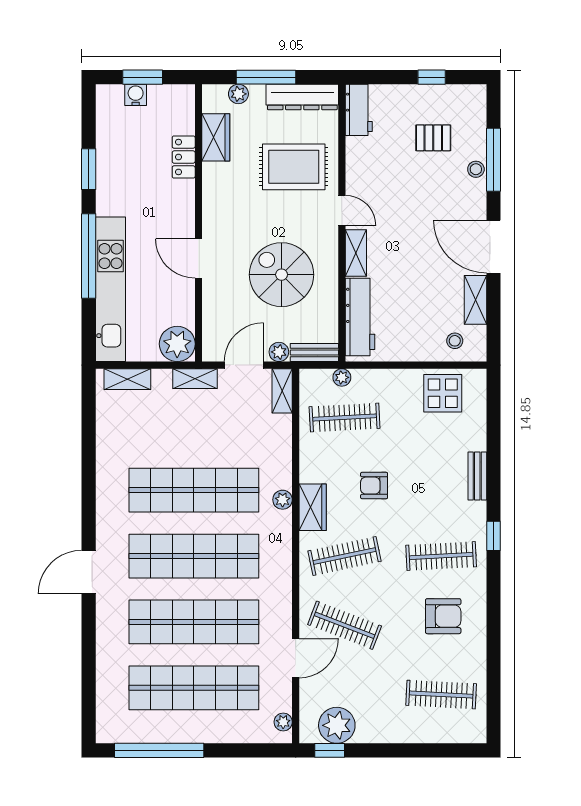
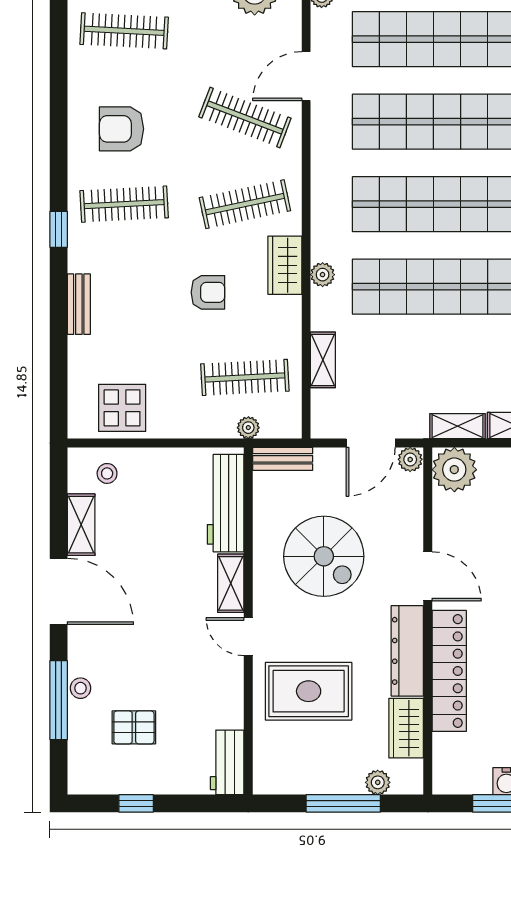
dresser: (302, 97) -> (407, 651), moved, turned -90
locker: (184, 157) -> (449, 671), width x2.16, depth x1.21
plant: (279, 352) -> (410, 459), moved
shelving: (195, 379) -> (458, 426), moved
shelving: (282, 391) -> (323, 360), moved

